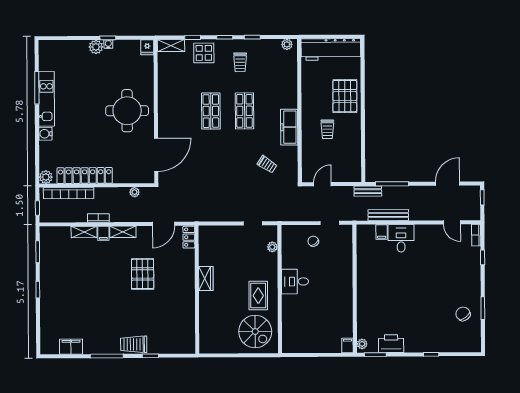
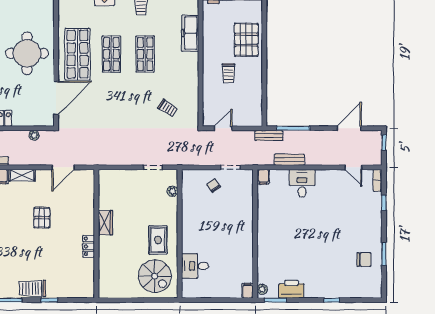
shop shelf: (177, 111) -> (78, 54), added
freezer: (289, 127) -> (190, 33), moved
bench: (388, 215) -> (289, 160), width x0.73
filing cabinet: (382, 232) -> (263, 177), moved
locker: (189, 237) -> (89, 246), moved
pallet: (143, 274) -> (42, 218), width x0.67, depth x0.71
desk: (295, 282) -> (195, 266), moved
chair: (463, 314) -> (364, 260), turned 126

